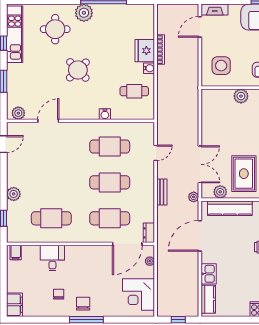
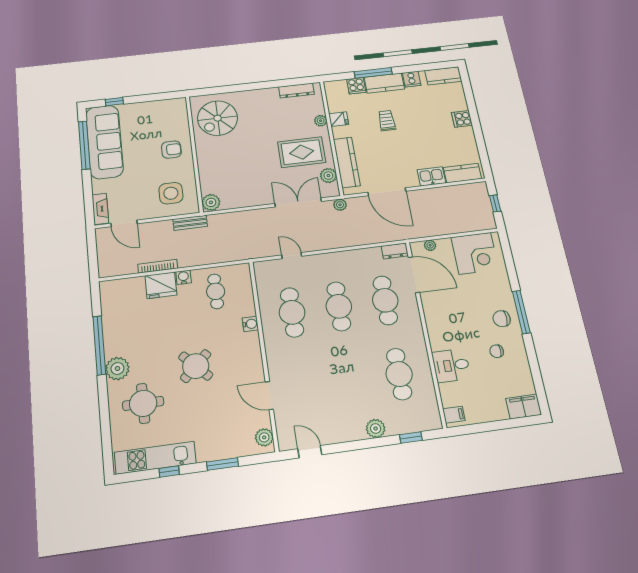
plant: (241, 96) -> (211, 202), moved
bench: (162, 192) -> (190, 223), moved

